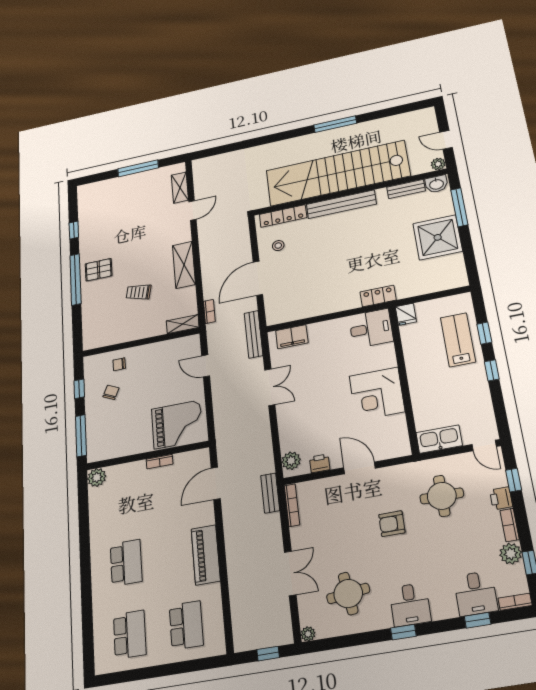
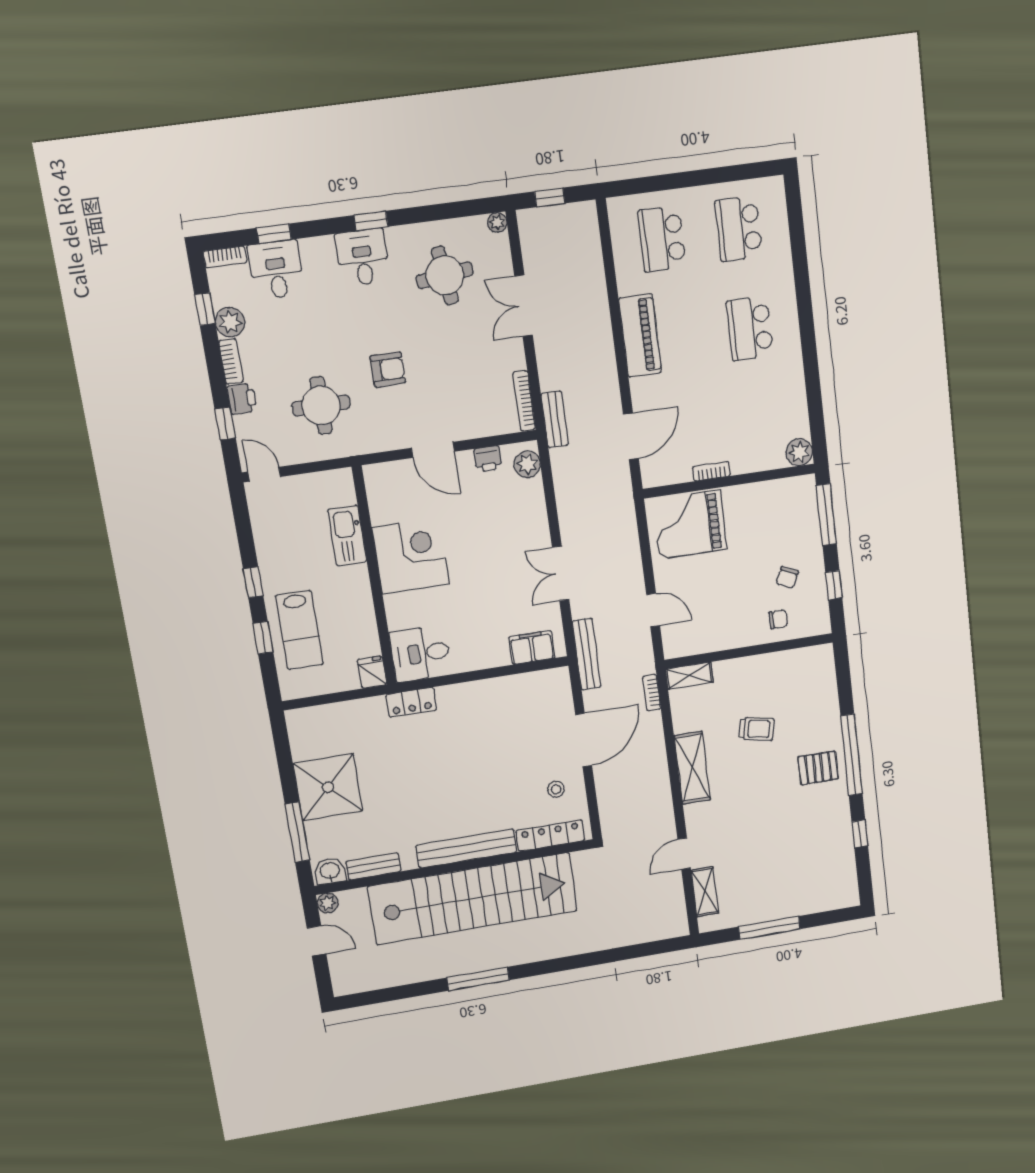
kitchen sink: (439, 439) -> (347, 536), moved, turned 90

